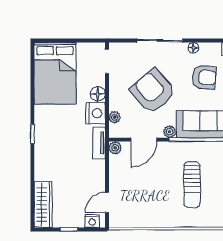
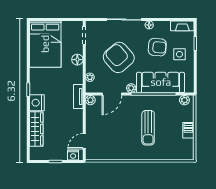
nightstand: (95, 113) -> (37, 103), moved, turned 180
wardrobe: (43, 205) -> (36, 129), moved

